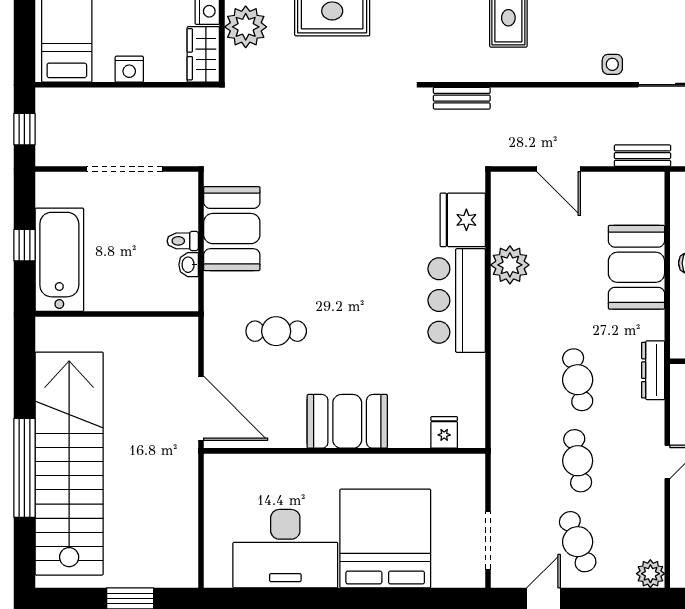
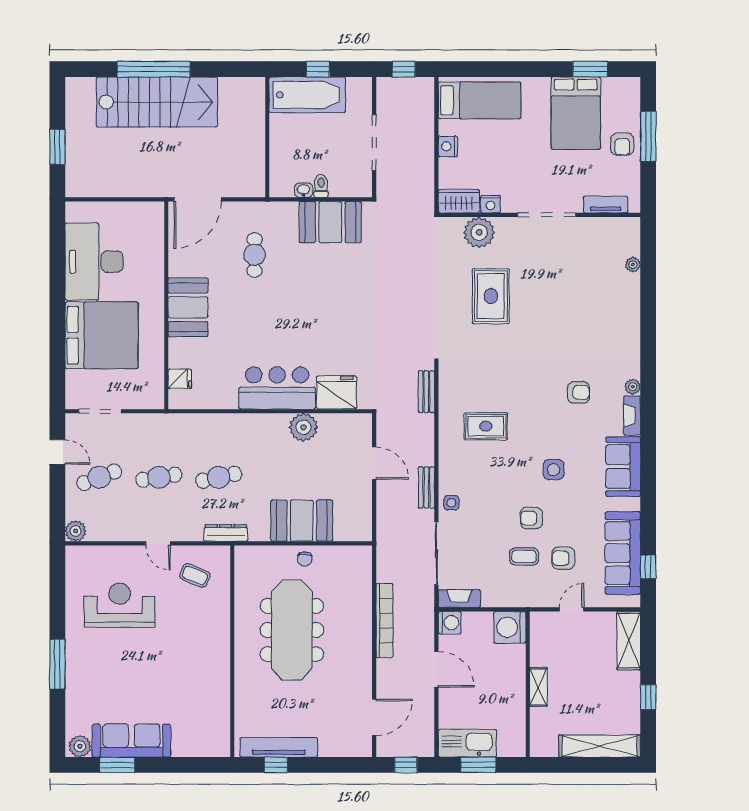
bench: (642, 156) -> (426, 488), moved
door: (559, 169) -> (374, 463), swing flipped
stairs: (69, 464) -> (157, 102), width x0.73

